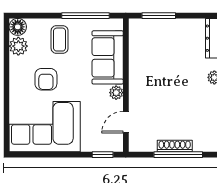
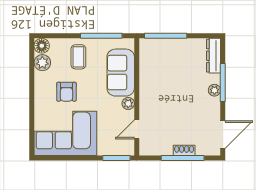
window: (159, 16) -> (166, 36), width x1.44
shoe rack: (175, 146) -> (184, 150), width x0.70
window: (103, 155) -> (116, 158), width x1.50

